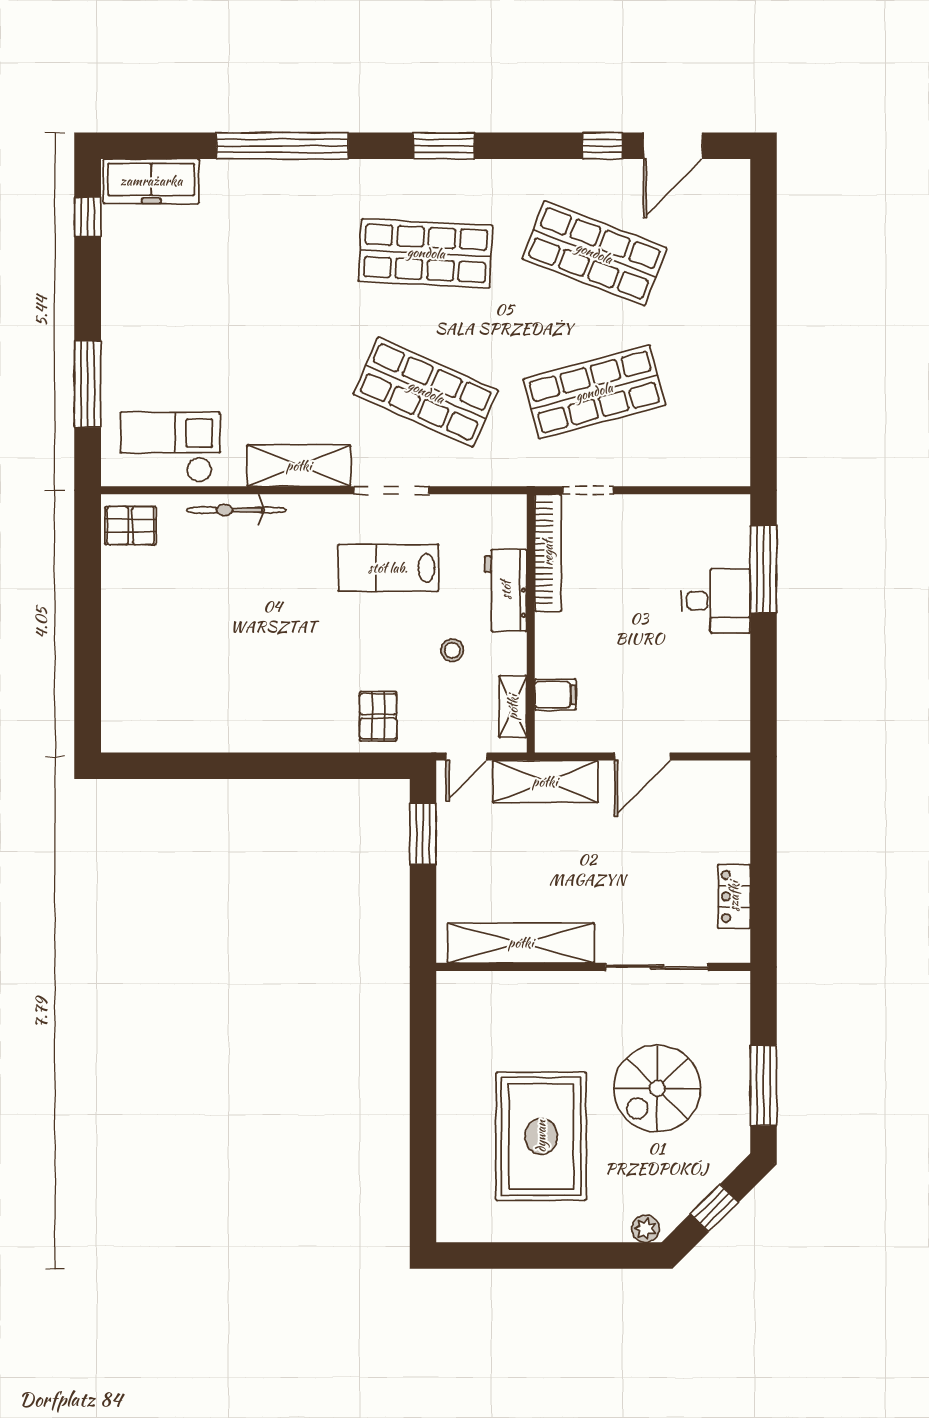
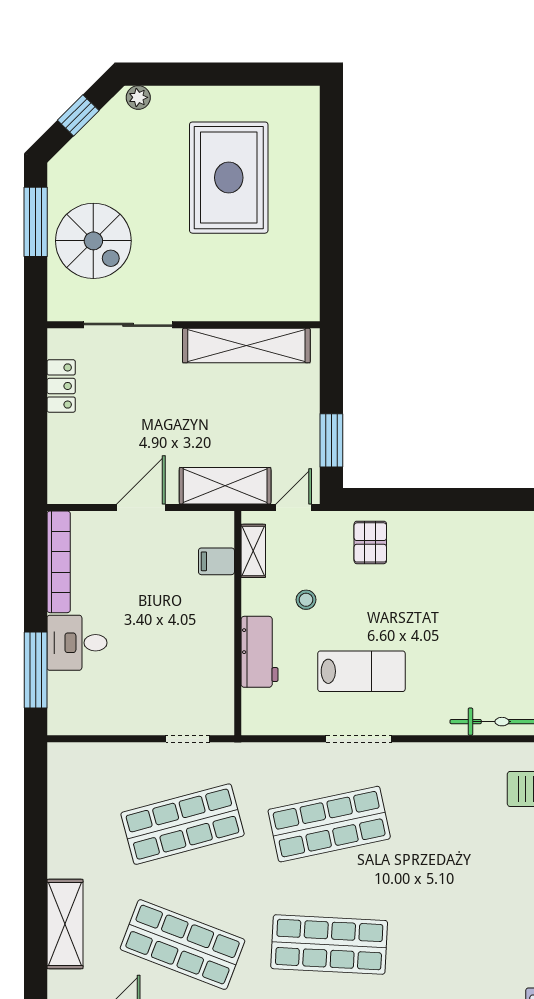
shop shelf: (426, 392) -> (329, 824), turned -36
shelving: (299, 466) -> (65, 924), moved, turned 90
bookcase: (548, 553) -> (59, 562), moved, turned 180
spiral stairs: (657, 1088) -> (93, 241), moved, turned 90

